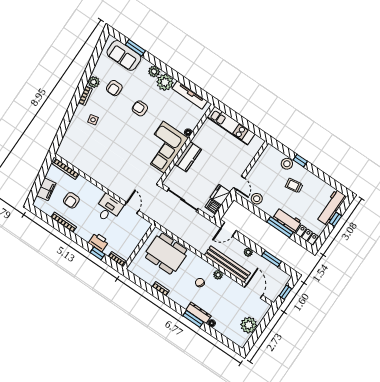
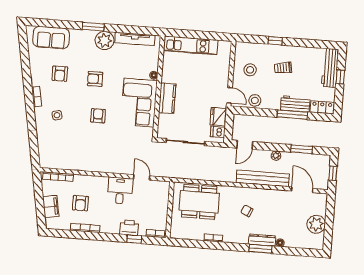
window: (135, 48) -> (93, 27), moved
plant: (154, 71) -> (88, 36), removed
plant: (94, 82) -> (37, 79), removed
armchair: (125, 139) -> (98, 116), added
stool: (287, 164) -> (250, 70), moved
plant: (218, 275) -> (260, 193), removed

